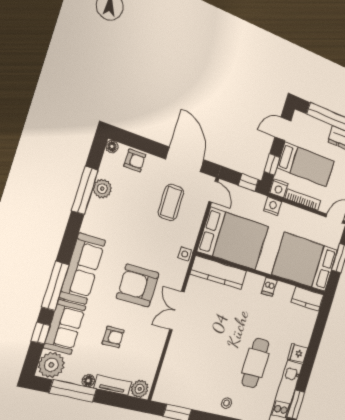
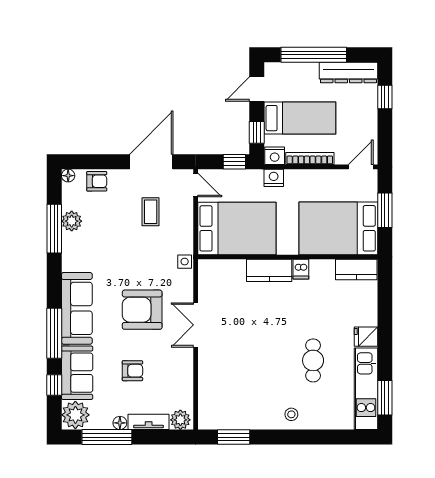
door: (185, 159) -> (151, 162), hinge flipped
coffee table: (171, 202) -> (151, 212), width x0.73, depth x0.77
kitchen counter: (219, 273) -> (269, 270), moved, width x0.67
cafe table: (255, 363) -> (313, 360), width x0.73, depth x0.74

